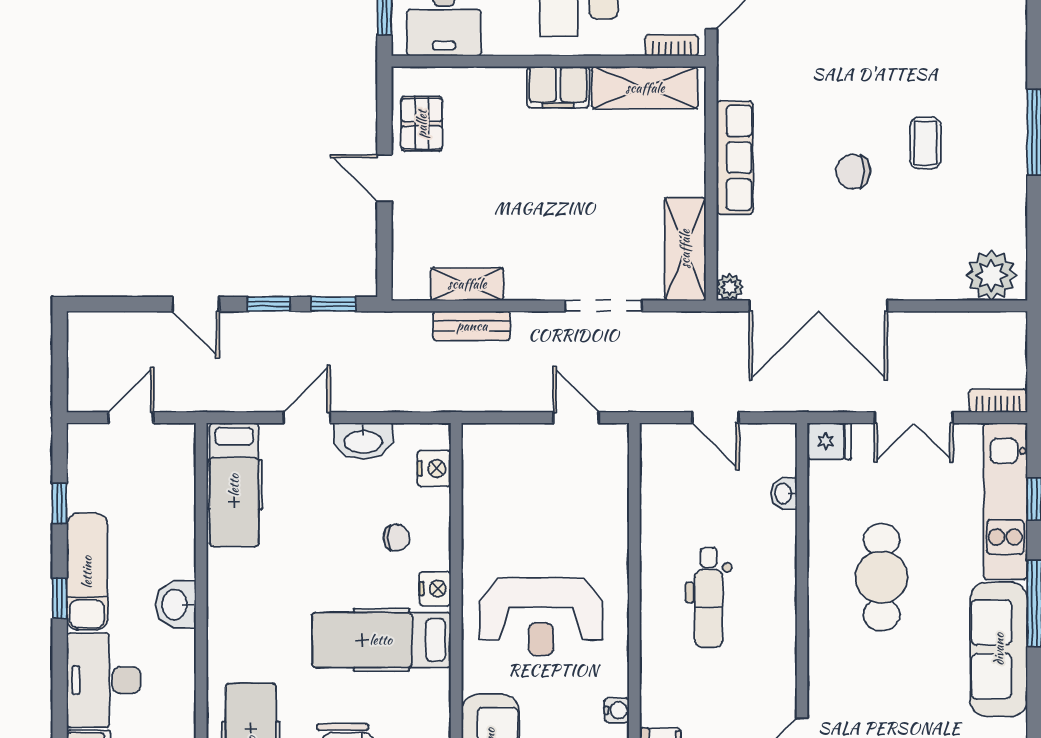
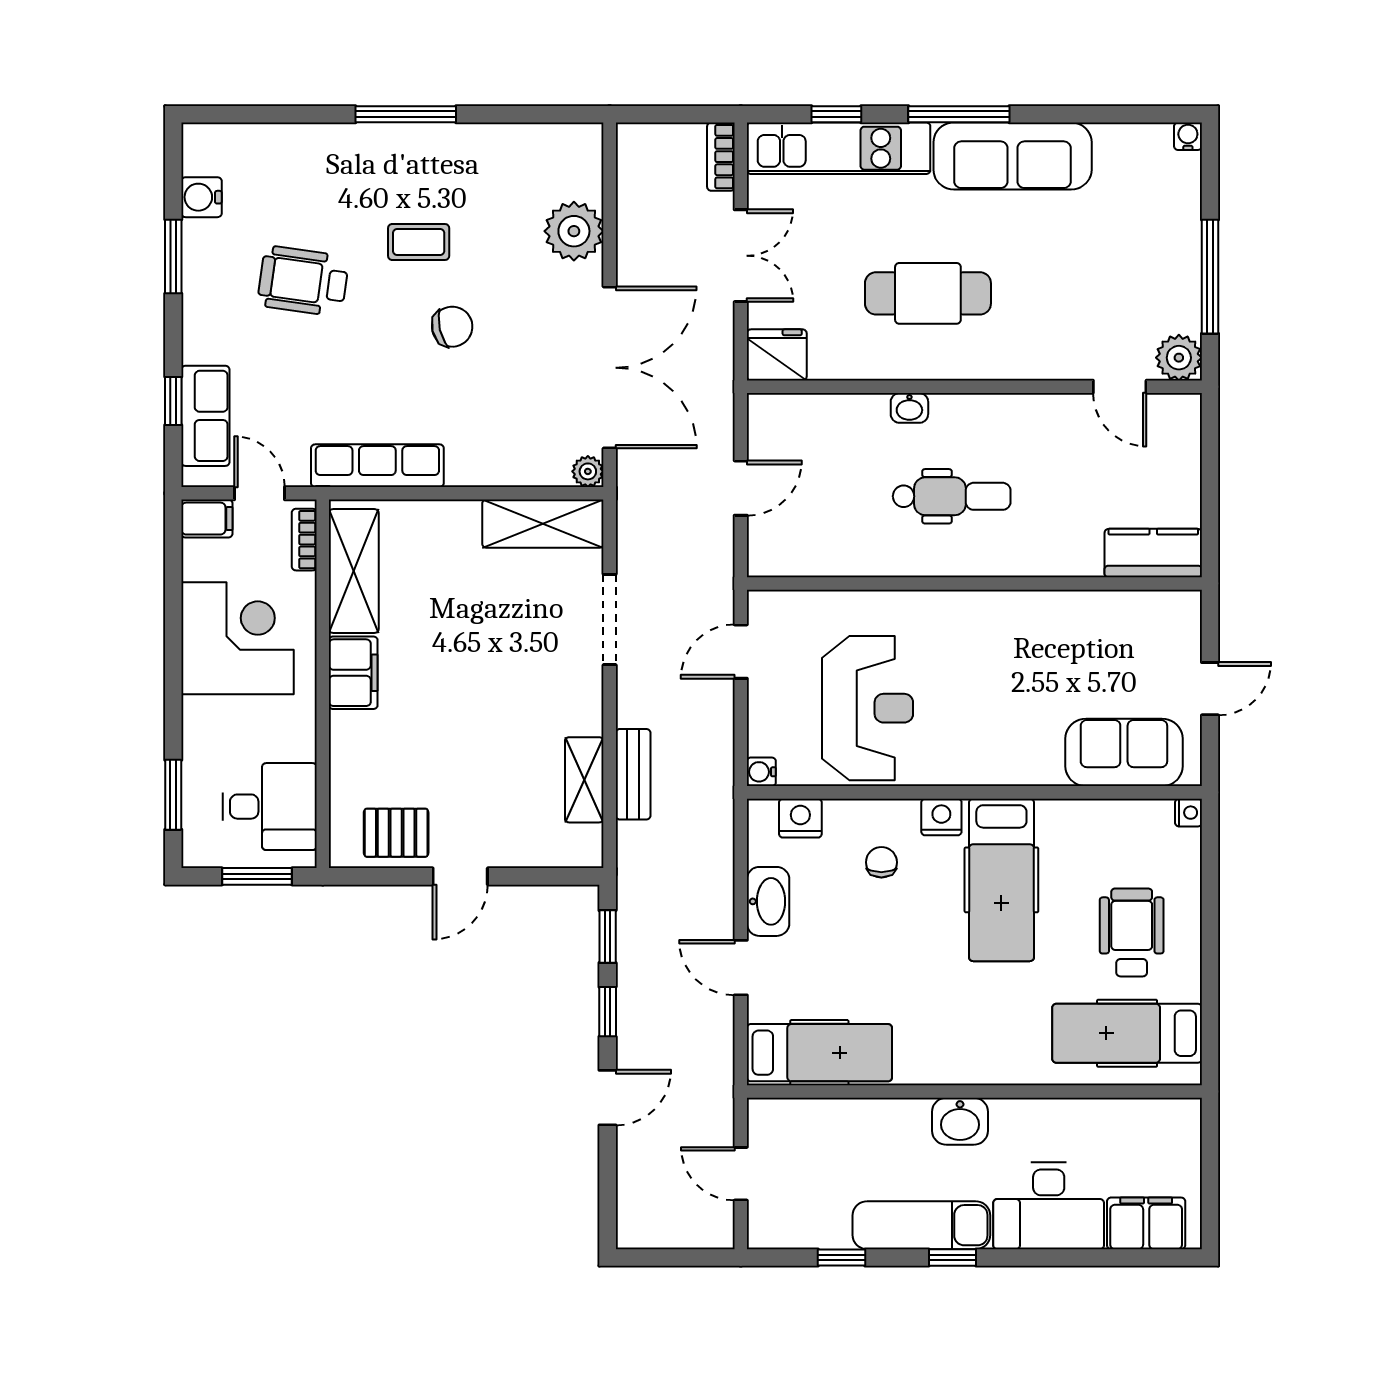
wheelchair: (892, 44) -> (303, 281), added
row of seats: (735, 158) -> (377, 466), moved
chair: (853, 171) -> (452, 327), turned -103
plant: (991, 275) -> (574, 231), moved
fridge: (829, 441) -> (777, 355), width x1.38
washbasin: (784, 493) -> (909, 408), moved
reception desk: (541, 617) -> (867, 708), moved
water cooler: (617, 710) -> (761, 772), moved, turned -90

